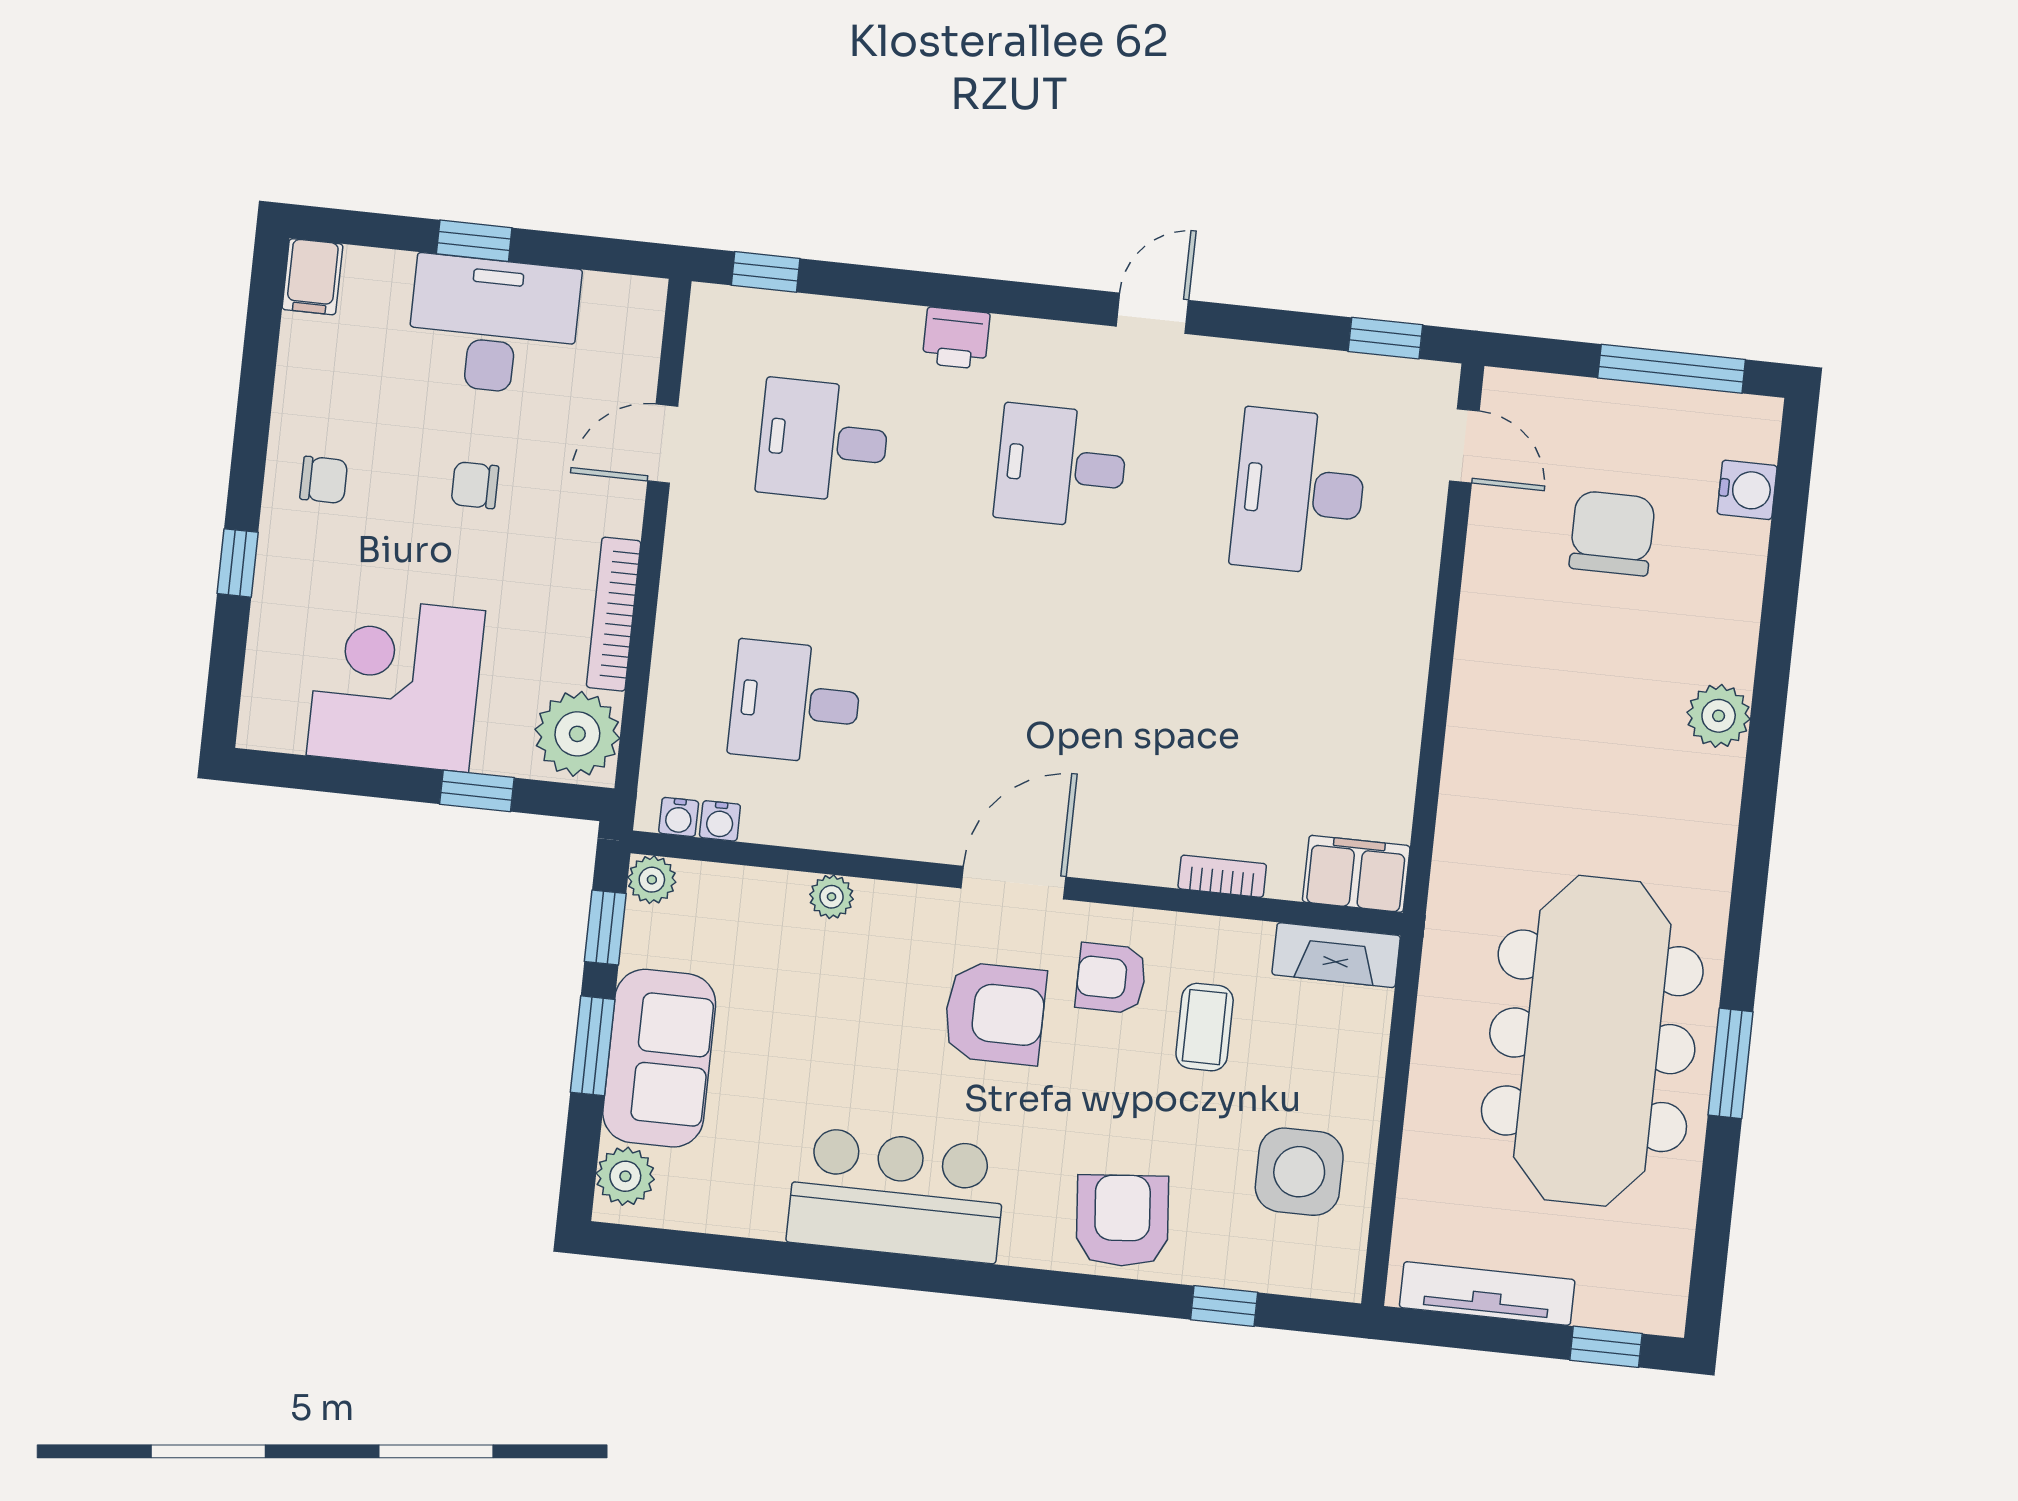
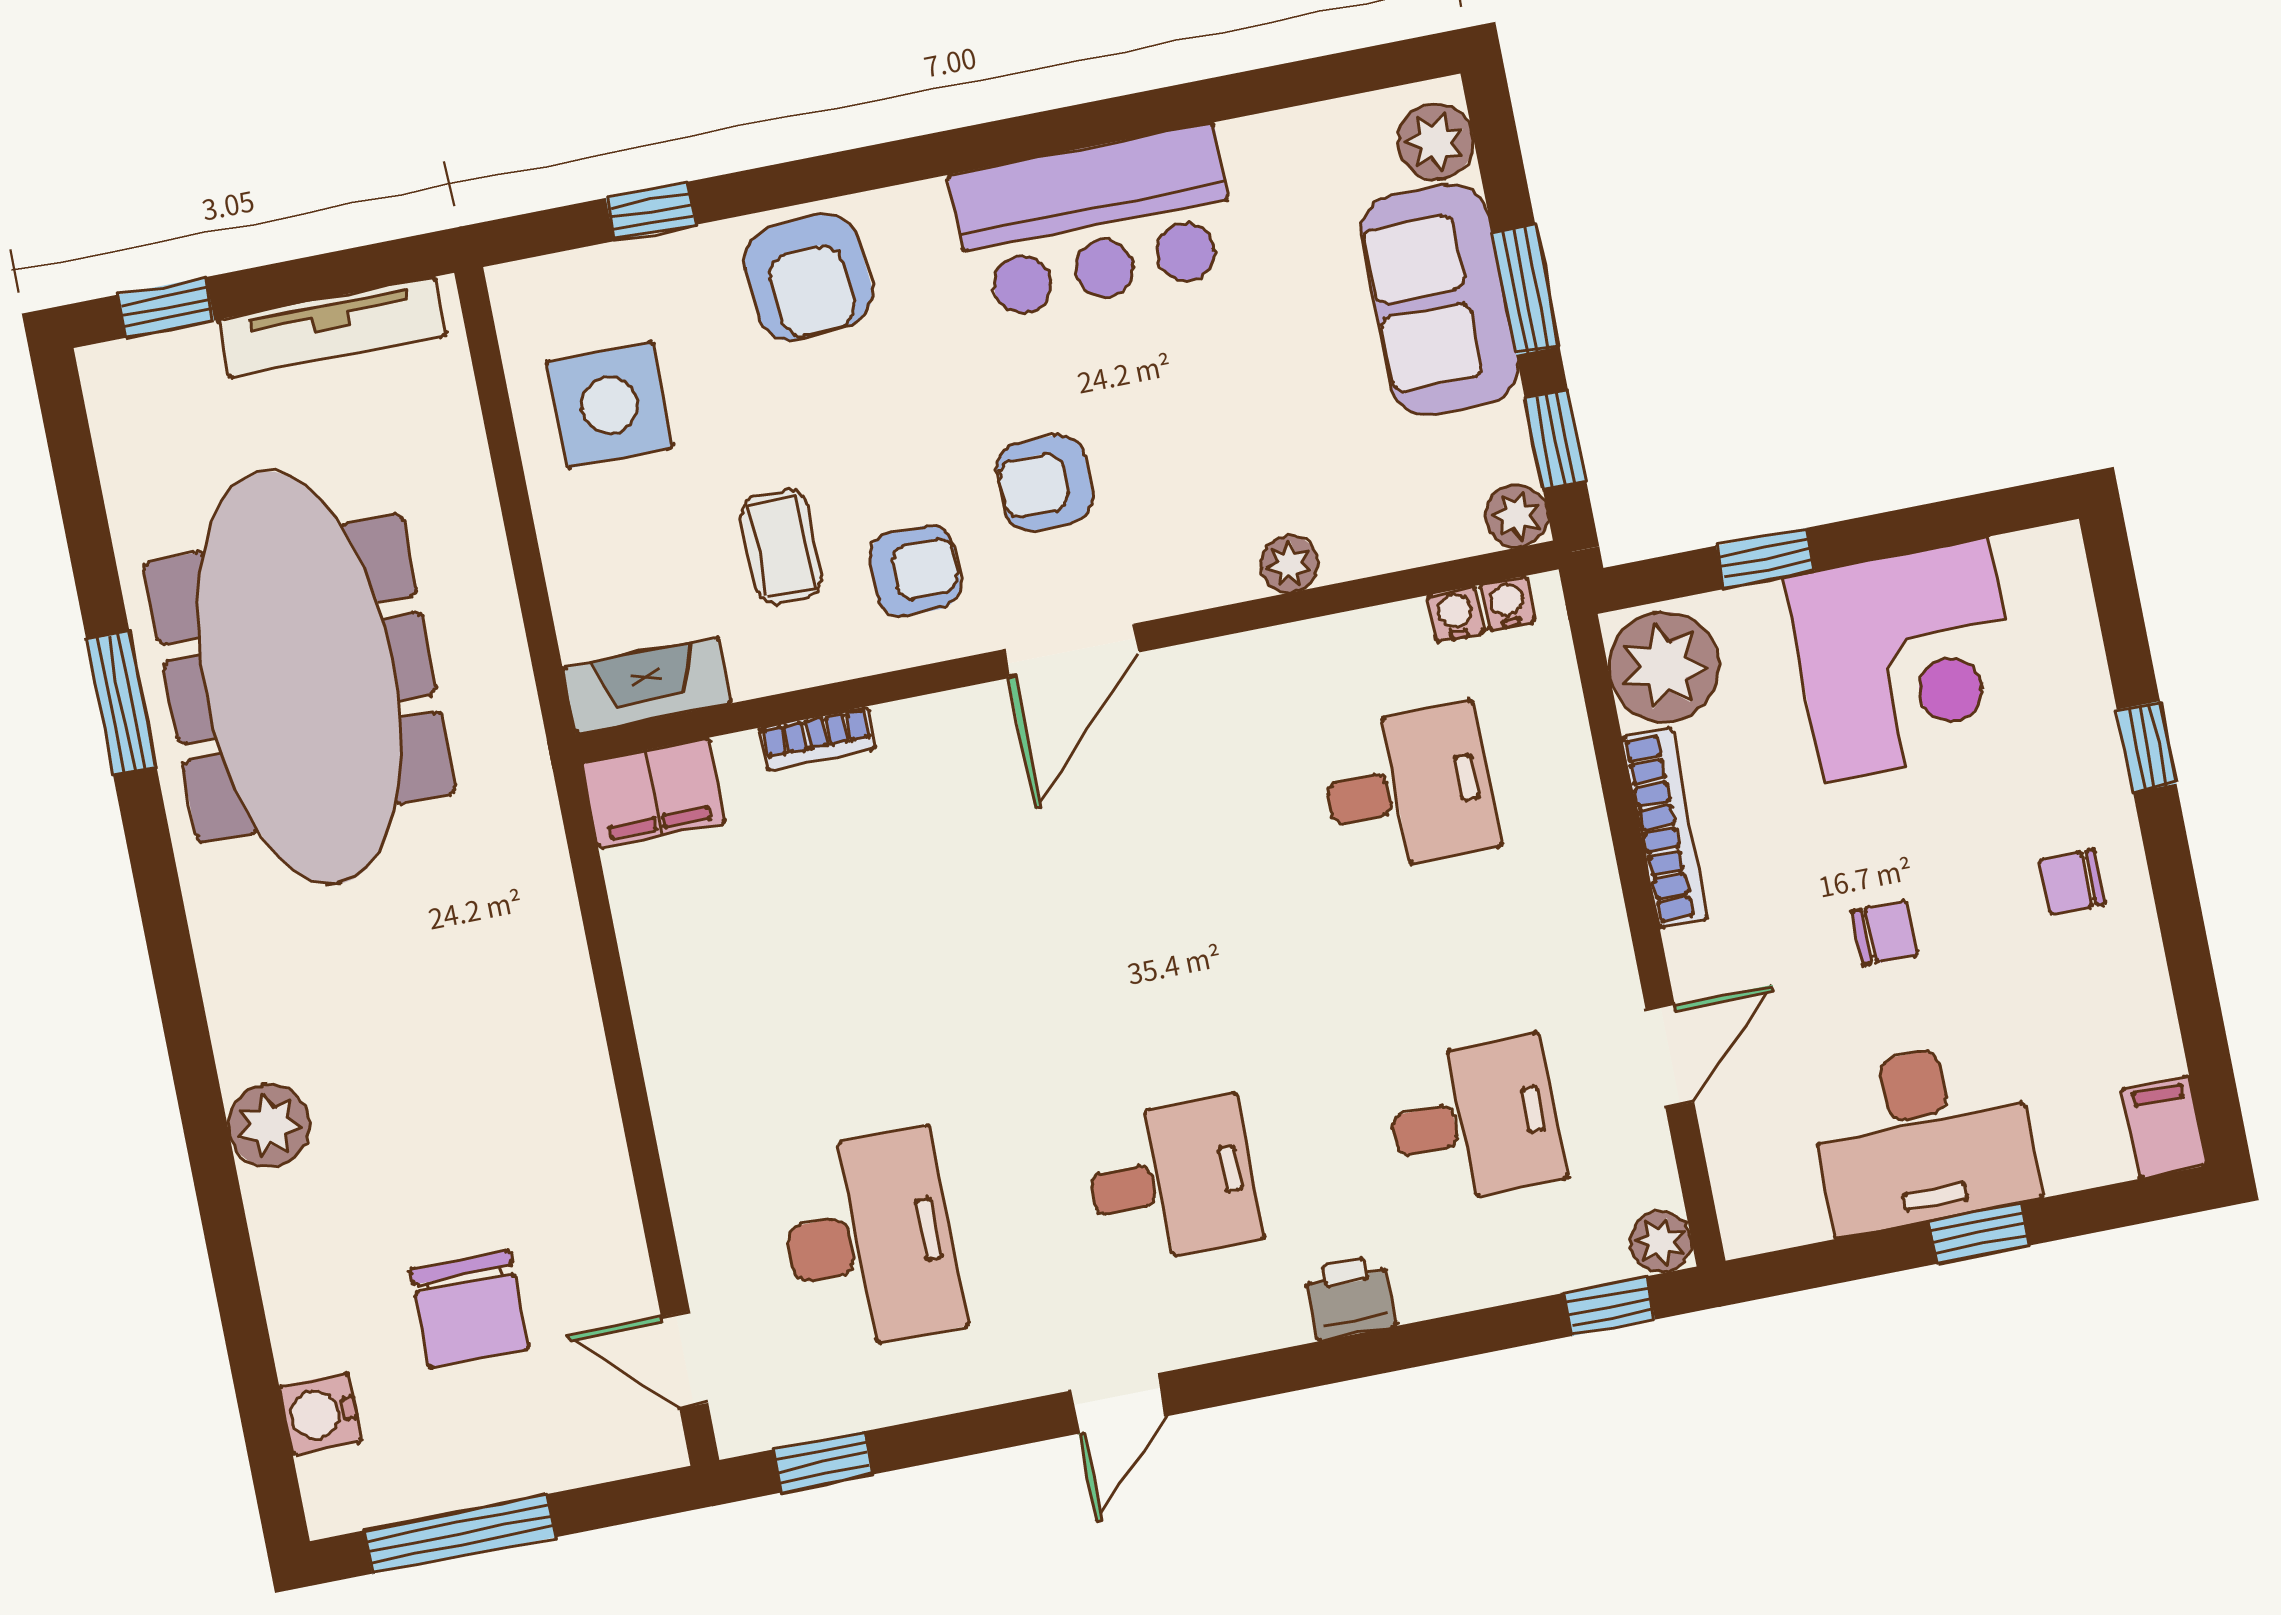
plant: (712, 308) -> (1661, 1242), added
armchair: (995, 1013) -> (1044, 483), width x0.72, depth x0.72

